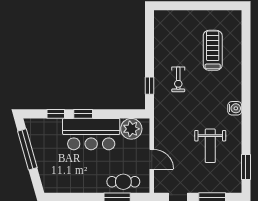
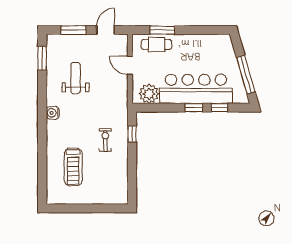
bar counter: (91, 134) -> (196, 89), width x1.36

